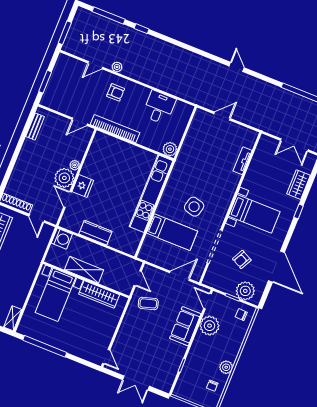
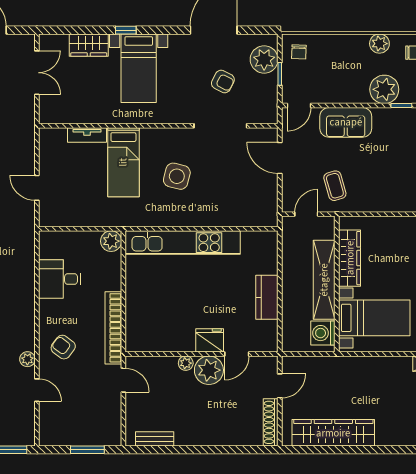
armchair: (116, 92) -> (63, 347), turned -53
bed with nightstands: (254, 214) -> (139, 68), moved, turned 180
bed: (172, 232) -> (123, 162), moved, turned 180
washing machine: (62, 239) -> (323, 333), moved, turned -90
shelving: (84, 270) -> (324, 280), width x1.47
plant: (210, 326) -> (384, 89), moved

